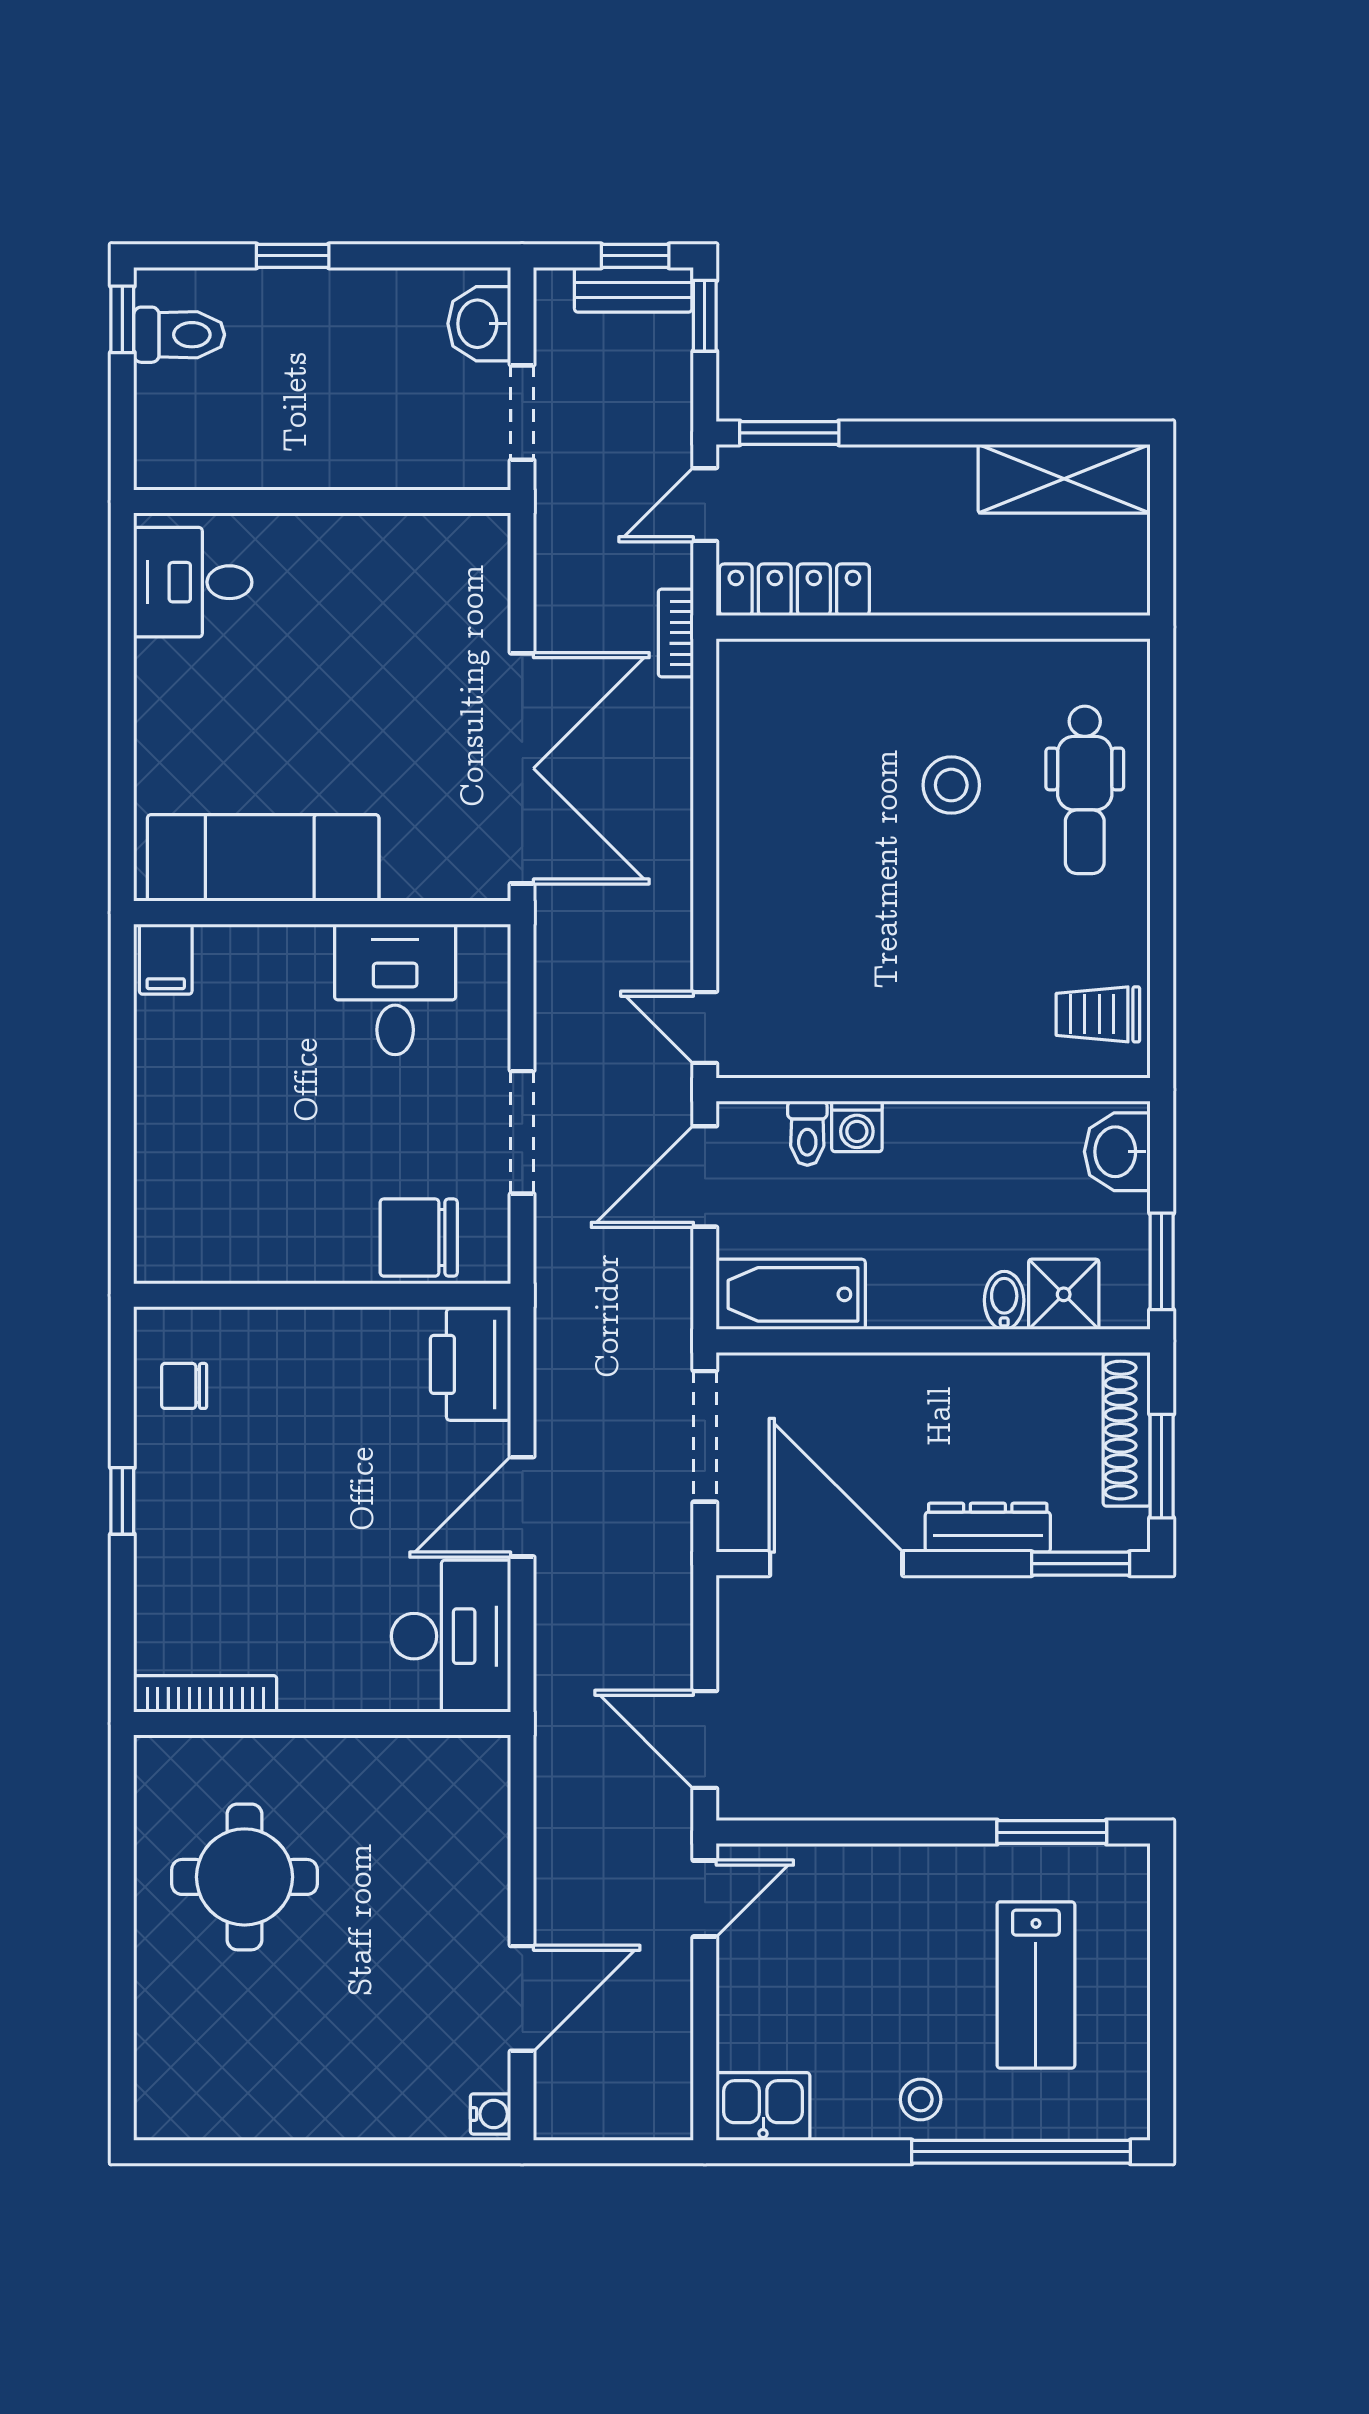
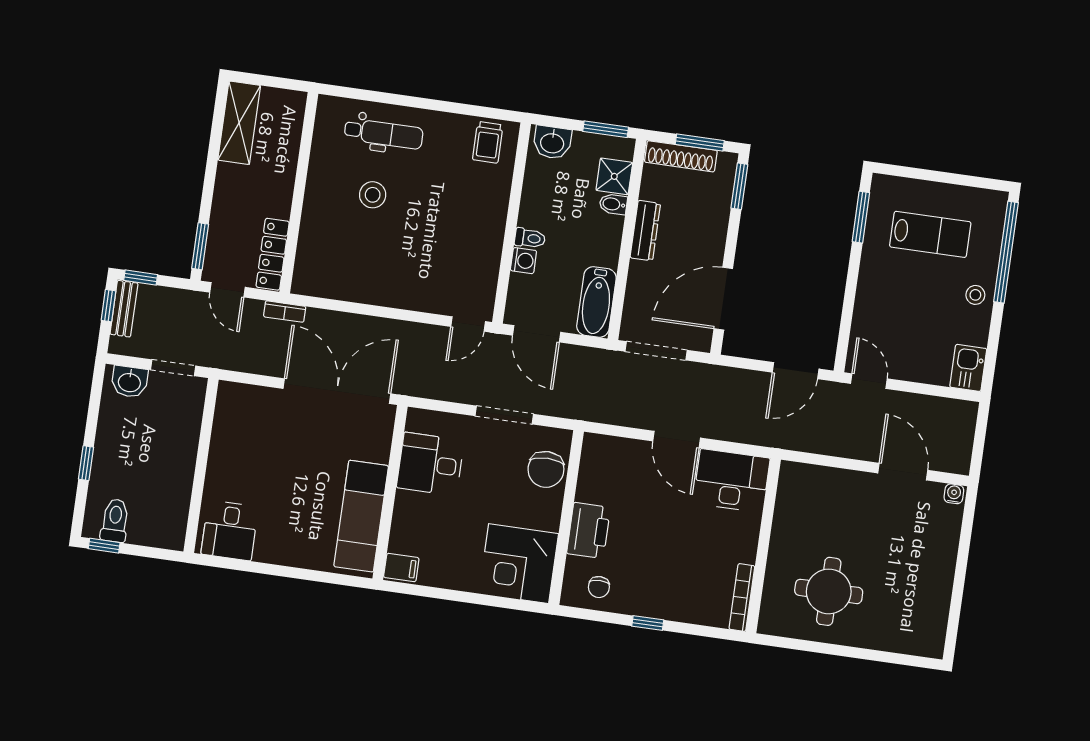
toilet: (807, 1133) -> (530, 238), moved
corner desk: (210, 1208) -> (519, 564), added
printer: (471, 1364) -> (589, 530), moved, turned -90
dresser: (988, 1528) -> (645, 231), moved, turned 180

